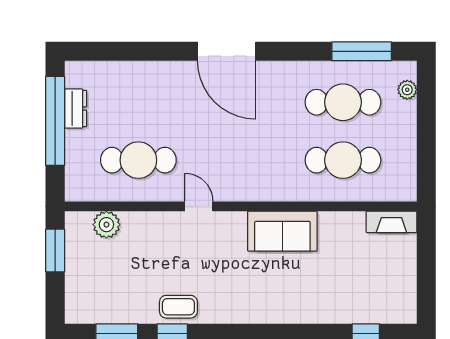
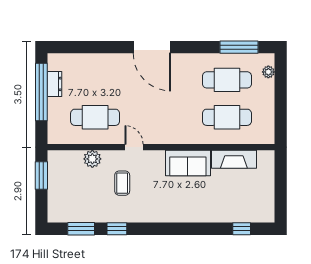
fireplace: (391, 222) -> (234, 159), moved, width x1.37, depth x1.32
plant: (106, 225) -> (92, 159), moved
coffee table: (178, 307) -> (122, 183), moved, turned 90

